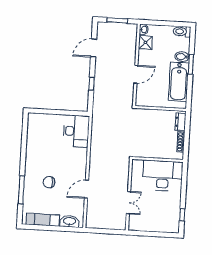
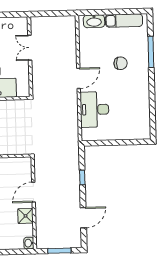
shower: (145, 42) -> (25, 216), moved
desk: (76, 131) -> (94, 109), moved
door: (86, 189) -> (78, 78), moved

